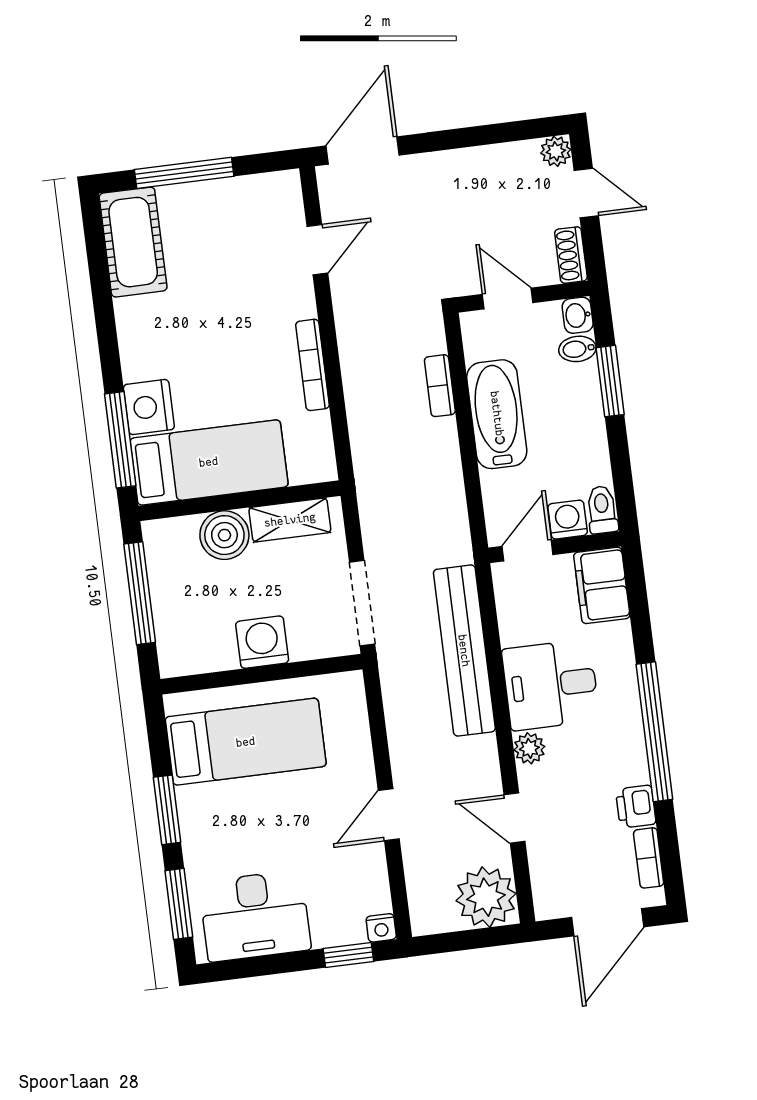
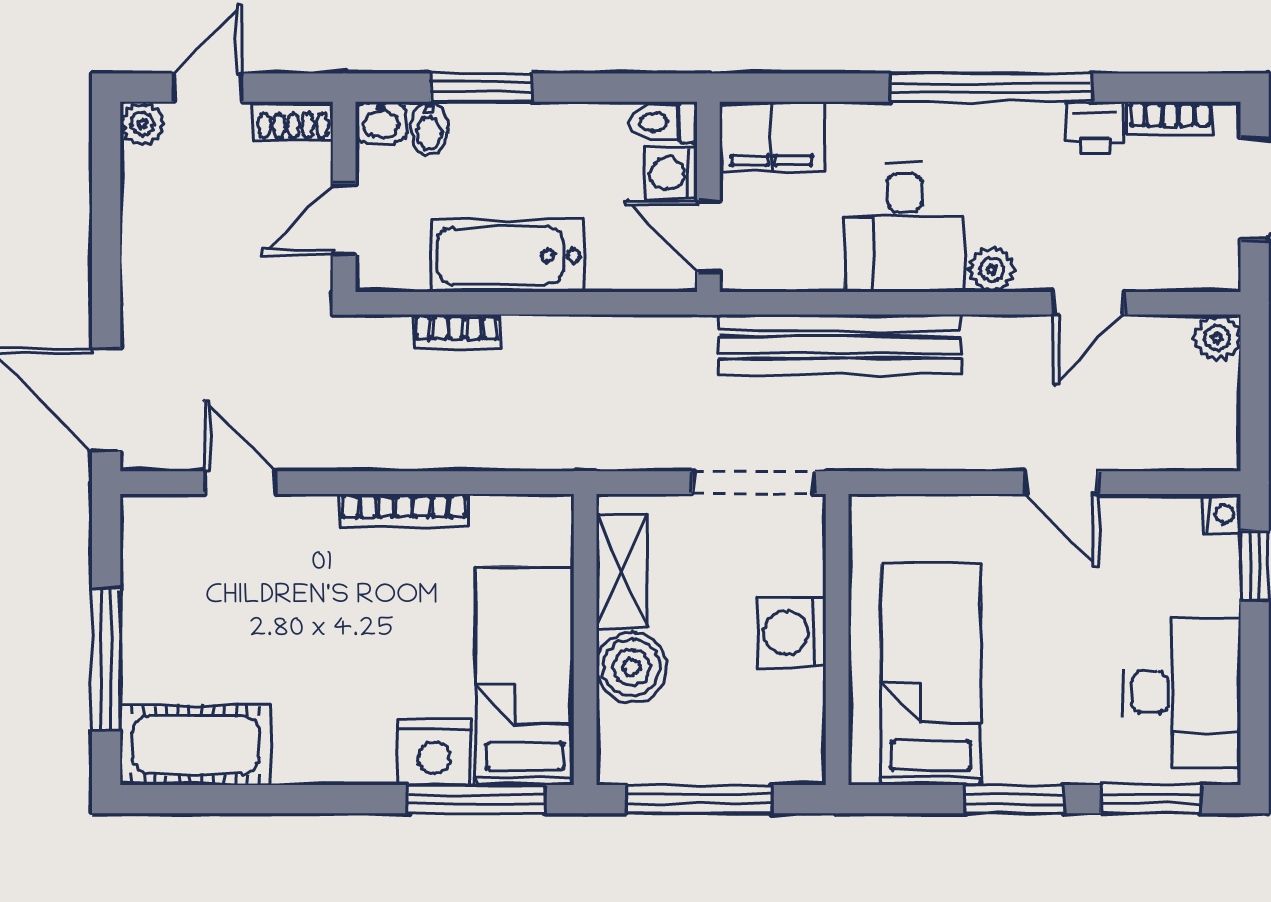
plant: (486, 897) -> (1217, 338), width x0.53, depth x0.53

